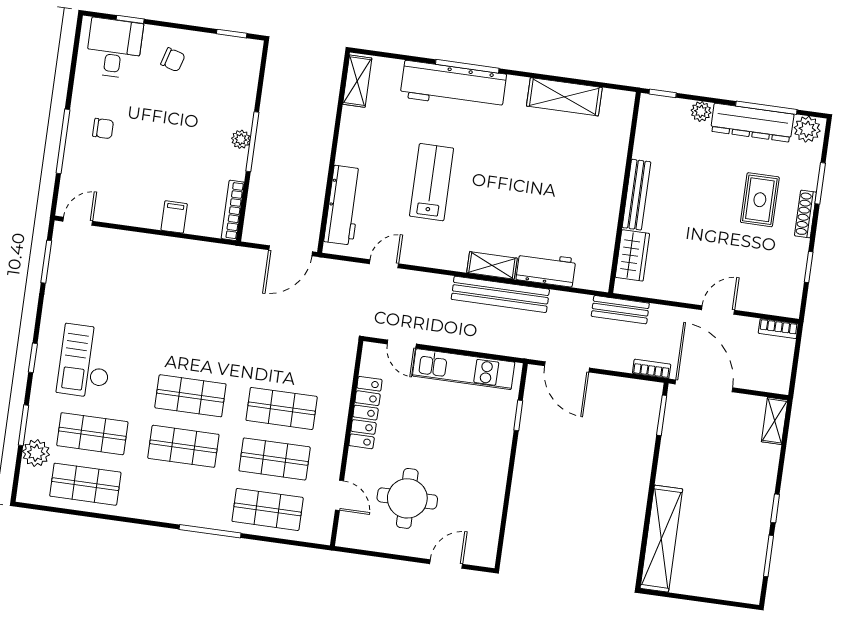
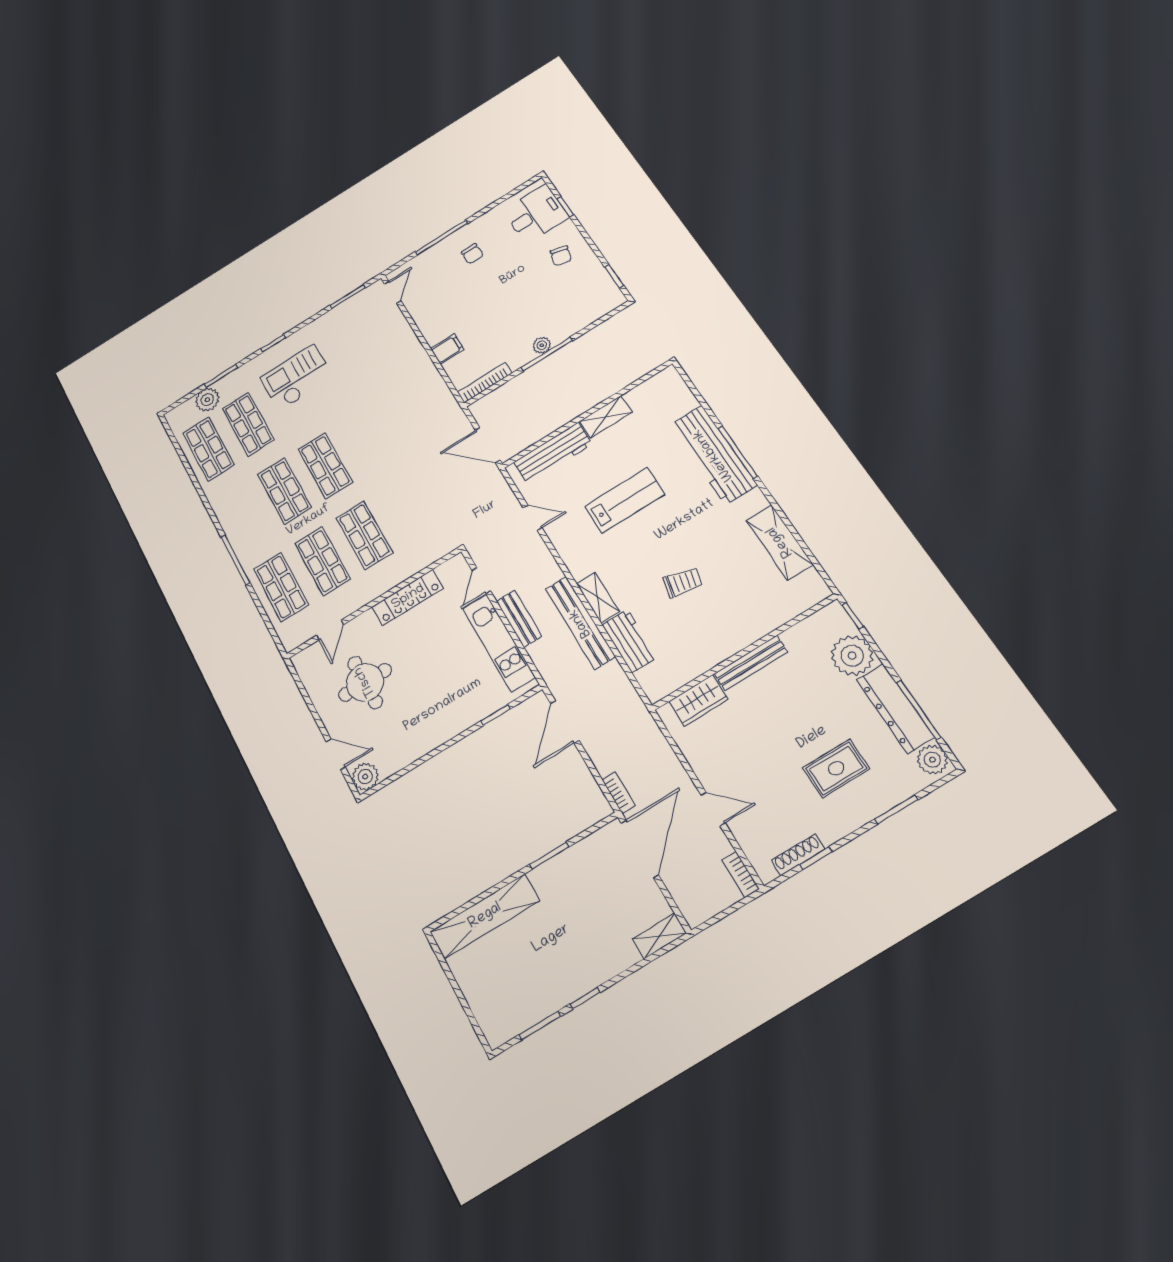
shelving: (357, 81) -> (606, 417), moved
plant: (701, 111) -> (852, 656), width x1.87, depth x1.87
trolley: (534, 193) -> (683, 582), added
shoe rack: (806, 214) -> (798, 855), moved
door: (78, 221) -> (393, 292), hinge flipped
bench: (620, 310) -> (519, 619), moved
window: (662, 415) -> (549, 856), moved
plant: (483, 553) -> (365, 777), added

